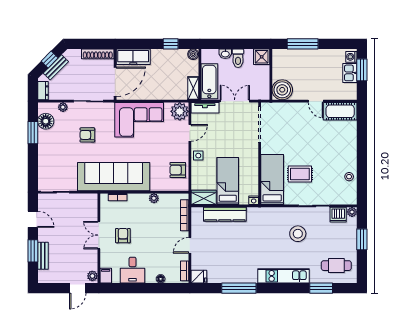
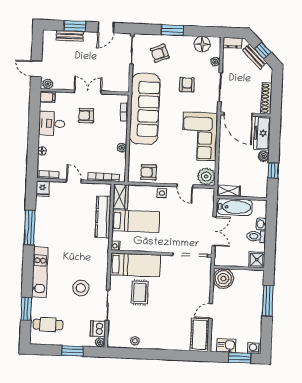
boiler: (193, 54) -> (264, 156), moved
kitchen sink: (350, 73) -> (226, 345), moved
tv unit: (205, 108) -> (209, 202), removed
window: (33, 133) -> (172, 30), moved
armchair: (57, 164) -> (160, 53), added
armchair: (178, 170) -> (149, 172), turned -90
armchair: (123, 236) -> (86, 116), turned 180
cafe table: (336, 266) -> (48, 325), turned 90

